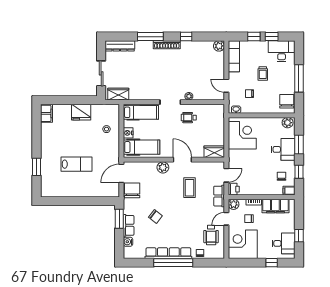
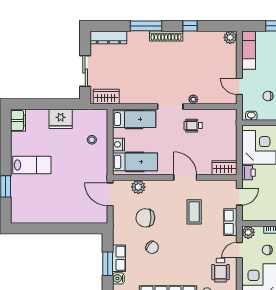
lab bench: (76, 164) -> (32, 165), moved
plant: (163, 167) -> (138, 187), moved
door: (121, 173) -> (110, 194), hinge flipped
printer: (234, 189) -> (248, 173), moved
chair: (132, 190) -> (145, 218), moved, turned -88
window: (119, 219) -> (108, 264), moved

